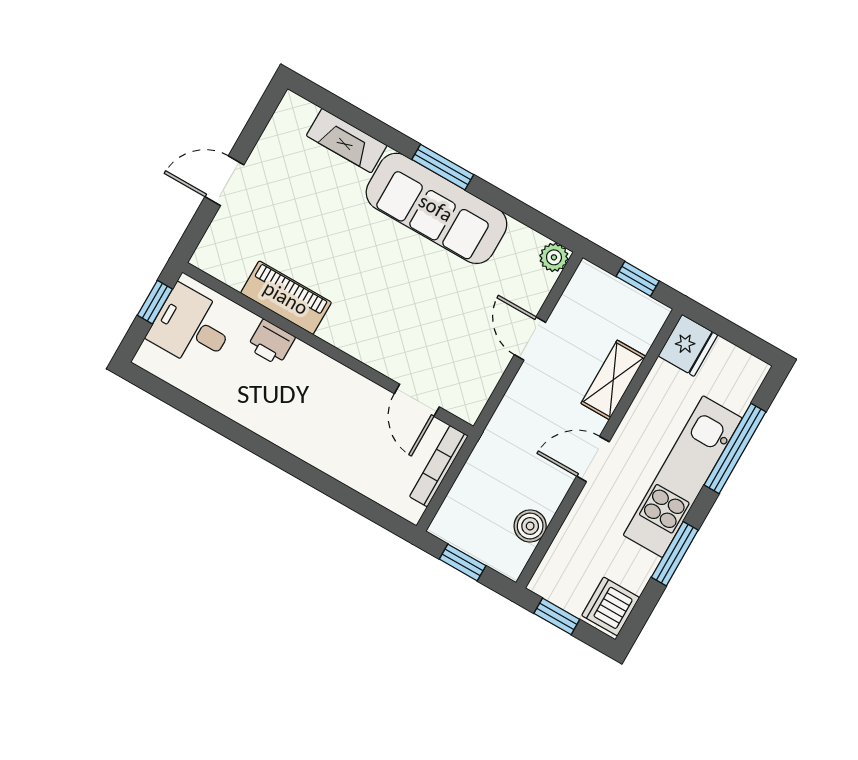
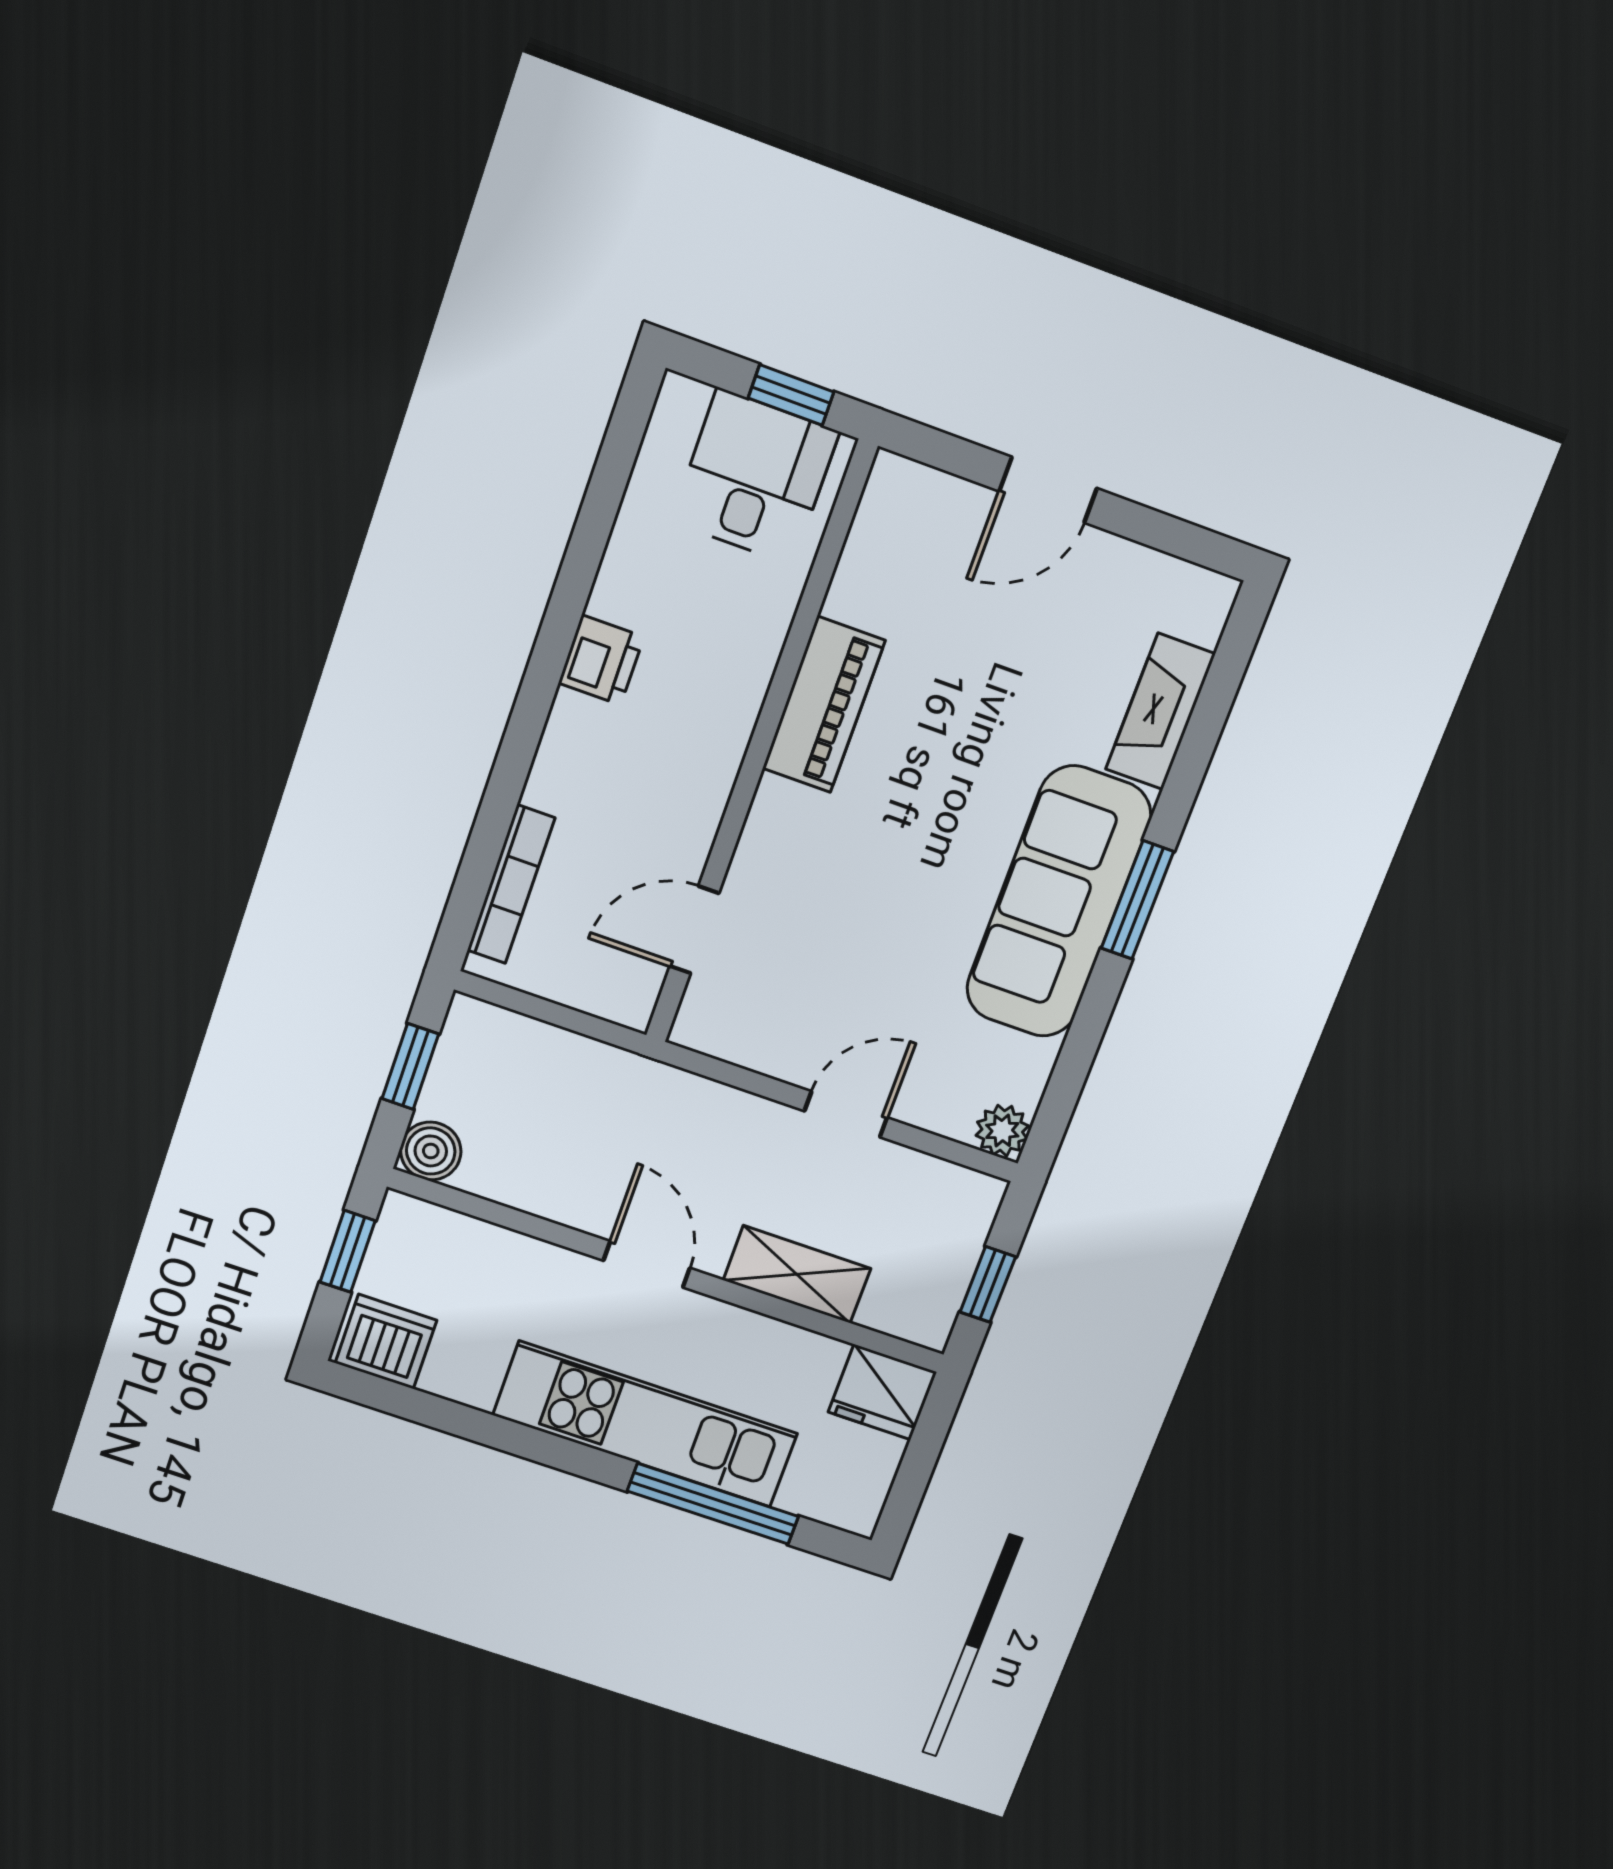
door: (224, 181) -> (1048, 490), swing flipped
piano: (286, 298) -> (824, 705), moved
printer: (271, 342) -> (601, 660), moved, turned 180
bookcase: (439, 466) -> (511, 884), moved, turned 90
boiler: (530, 526) -> (431, 1151), moved
window: (675, 554) -> (504, 1435), removed

